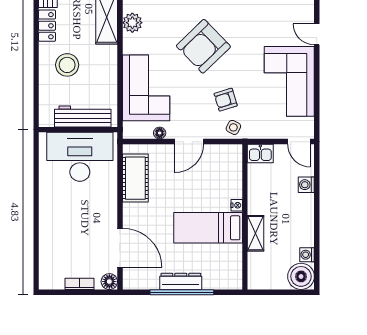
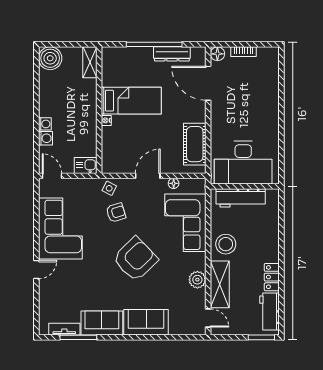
door: (317, 34) -> (36, 270), hinge flipped
stool: (67, 65) -> (226, 244), moved
shelving: (256, 233) -> (90, 62), moved
washing machine: (307, 255) -> (45, 124), moved
dresser: (181, 281) -> (172, 54), moved

